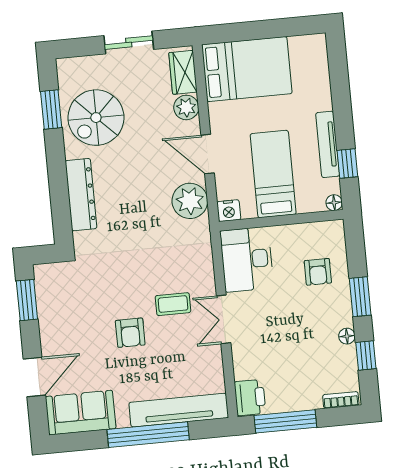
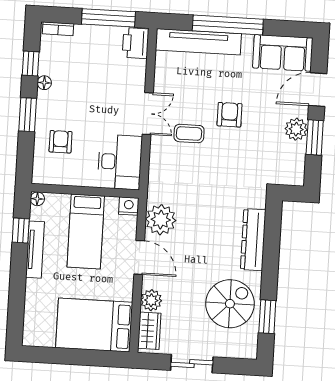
window: (27, 300) -> (315, 138), moved
plant: (52, 328) -> (296, 129), added

